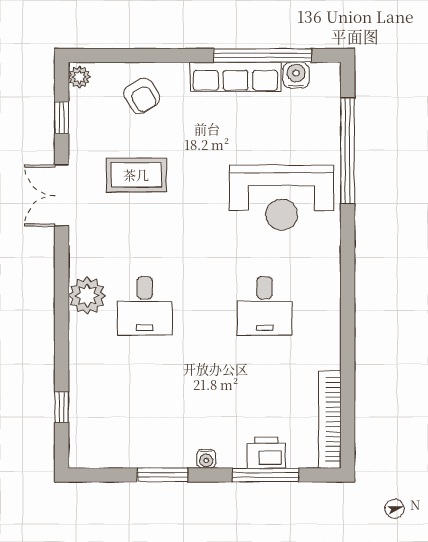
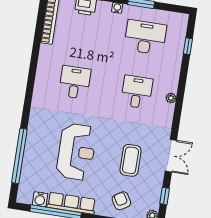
coffee table: (136, 175) -> (131, 160), turned 90
reception desk: (281, 198) -> (76, 152), moved, turned 90
plant: (87, 296) -> (171, 98), width x0.53, depth x0.53
desk: (145, 412) -> (145, 37), added

